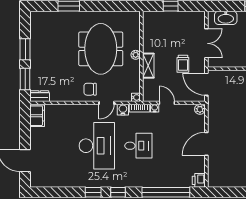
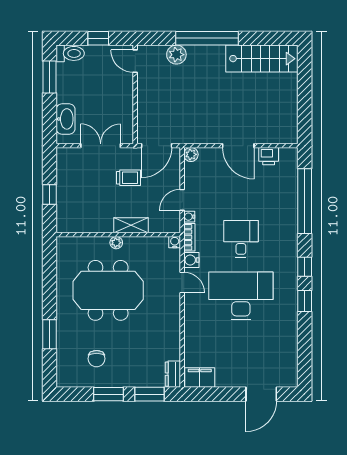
chair: (90, 89) -> (97, 359), moved
printer: (199, 180) -> (269, 156), moved

